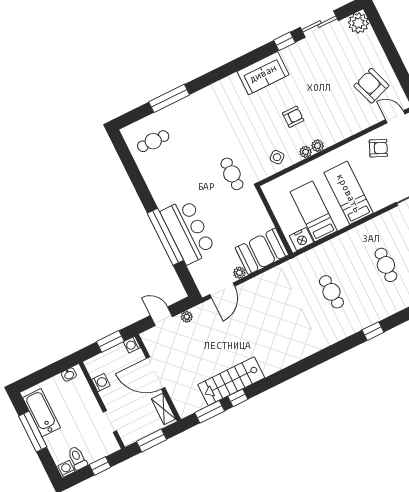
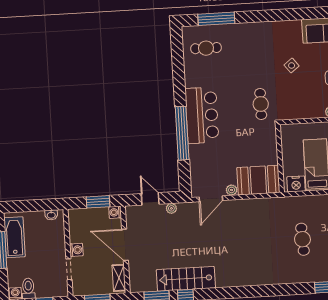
window: (169, 98) -> (216, 19), moved
side table: (277, 157) -> (292, 65), moved
bar counter: (188, 231) -> (202, 115), moved
washing machine: (101, 383) -> (76, 250), moved

